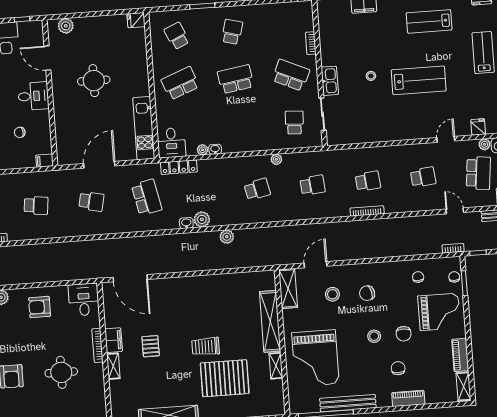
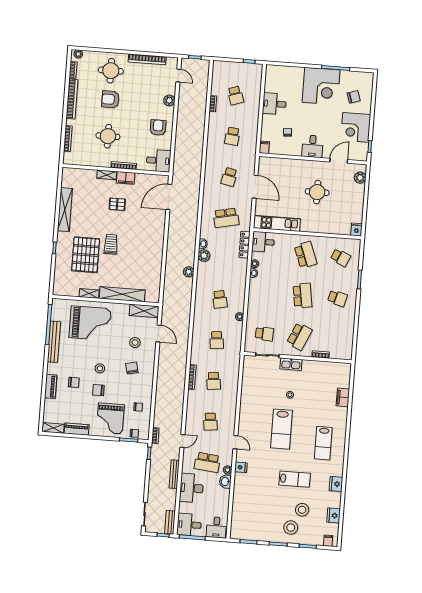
lab bench: (429, 21) -> (323, 443), turned 180
school desk: (177, 36) -> (341, 258), turned 48
grand piano: (315, 358) -> (90, 323), turned 180

